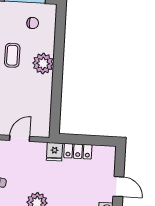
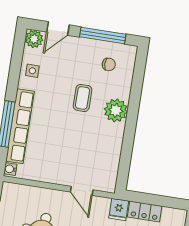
door: (20, 138) -> (82, 191), swing flipped

